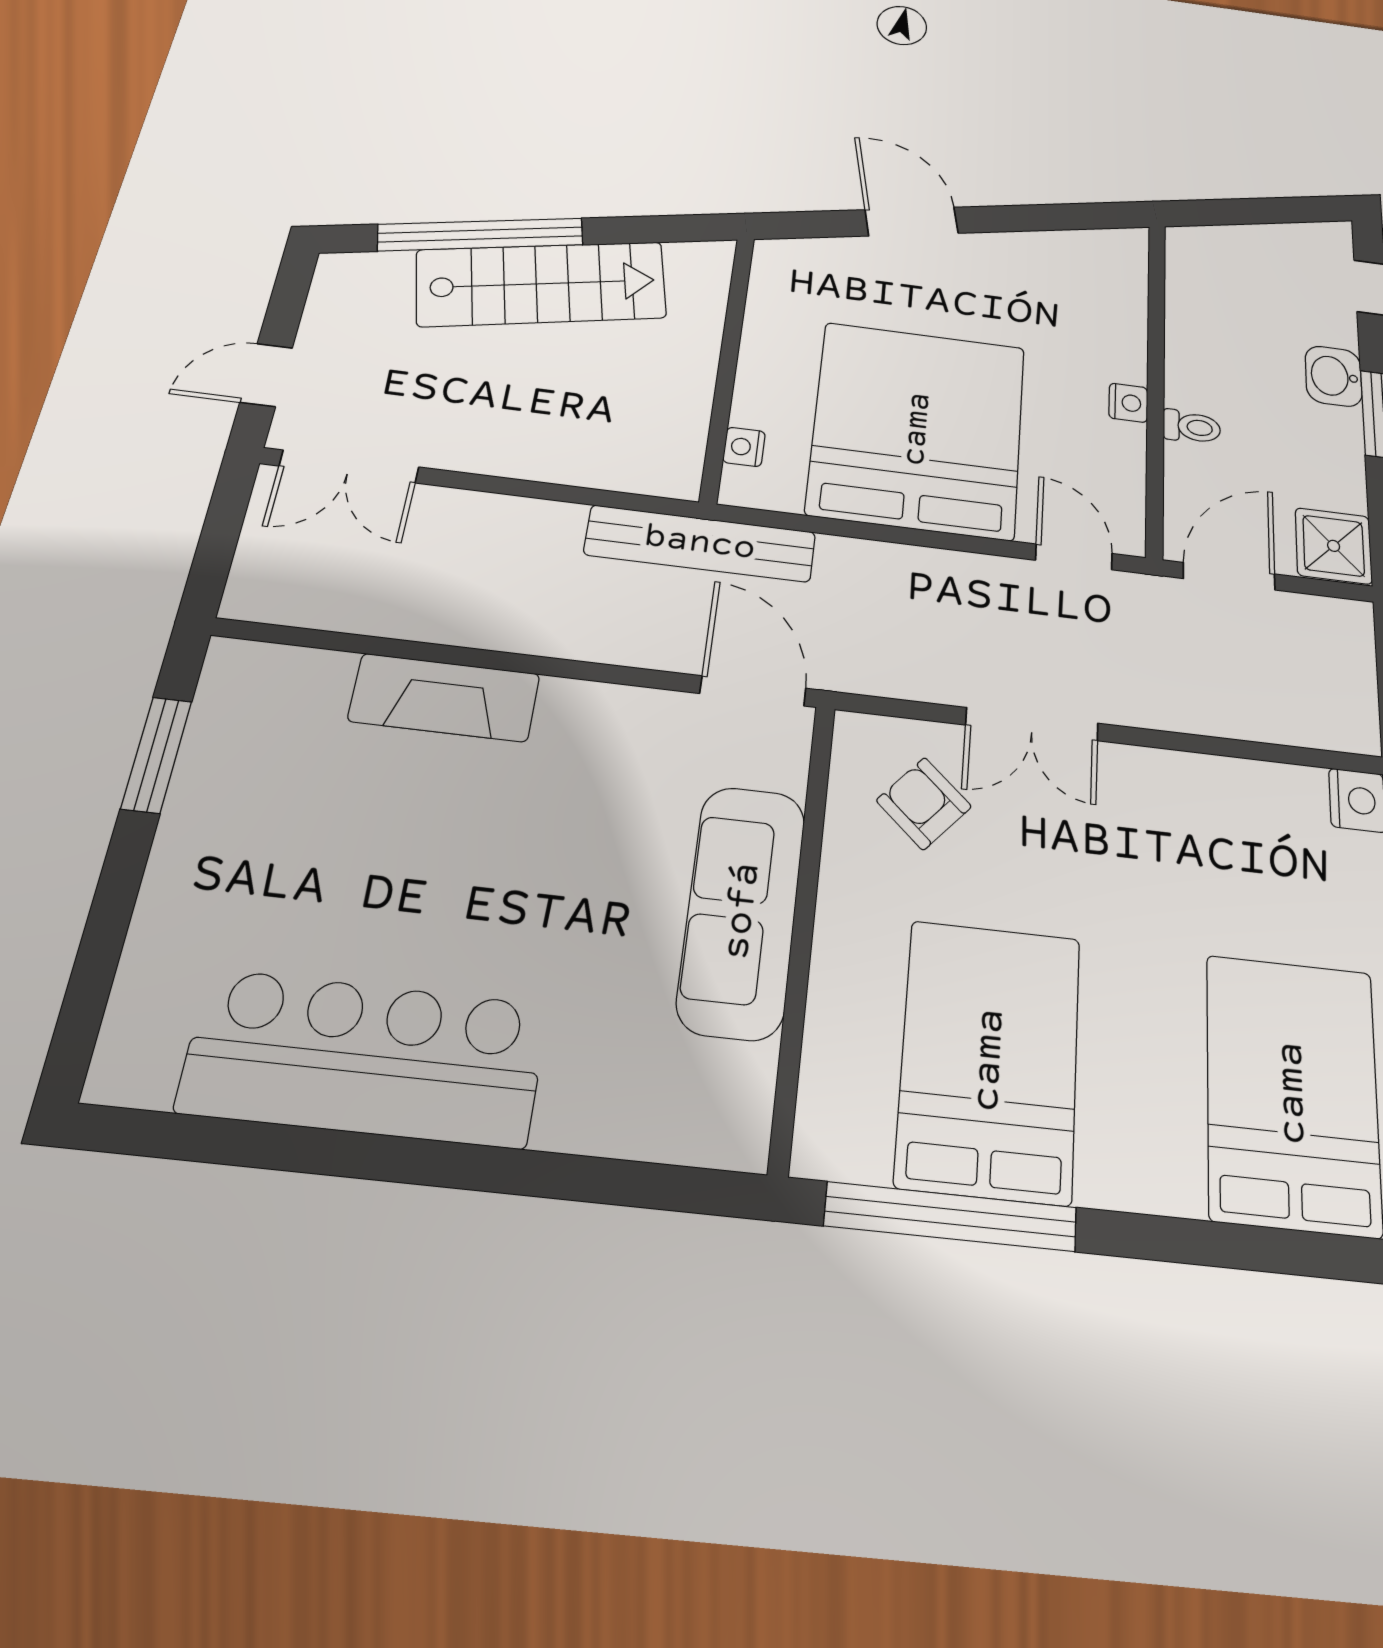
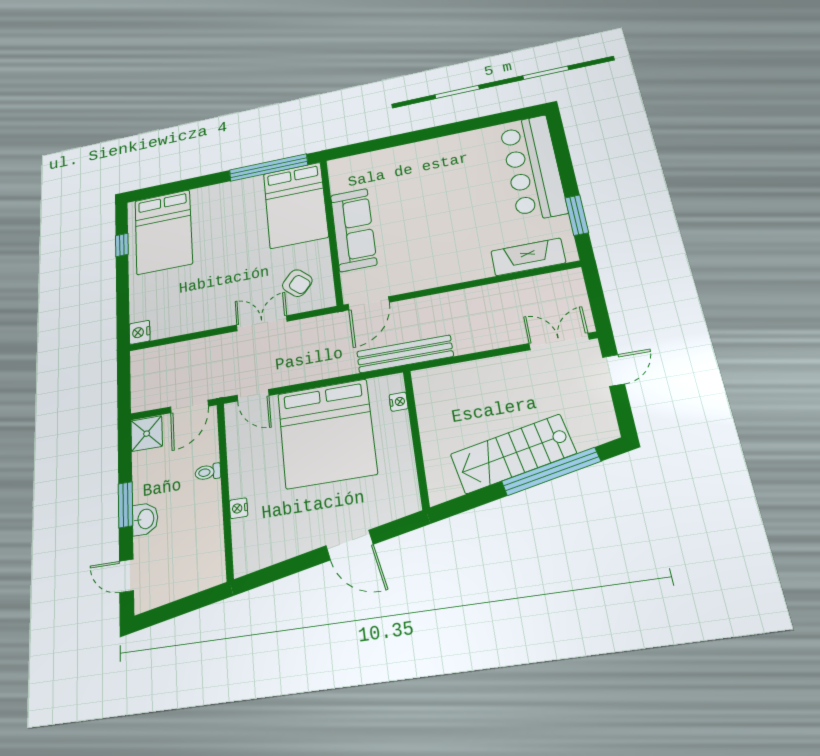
nightstand: (1128, 403) -> (239, 508), moved
door: (753, 691) -> (369, 303), hinge flipped
fireplace: (444, 697) -> (528, 257), moved
bar counter: (365, 1058) -> (533, 168), moved, turned 90
bed: (989, 1060) -> (296, 205), moved

